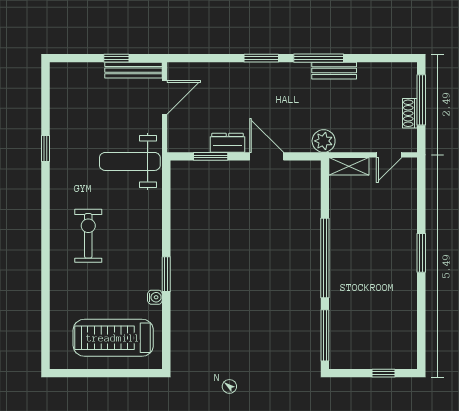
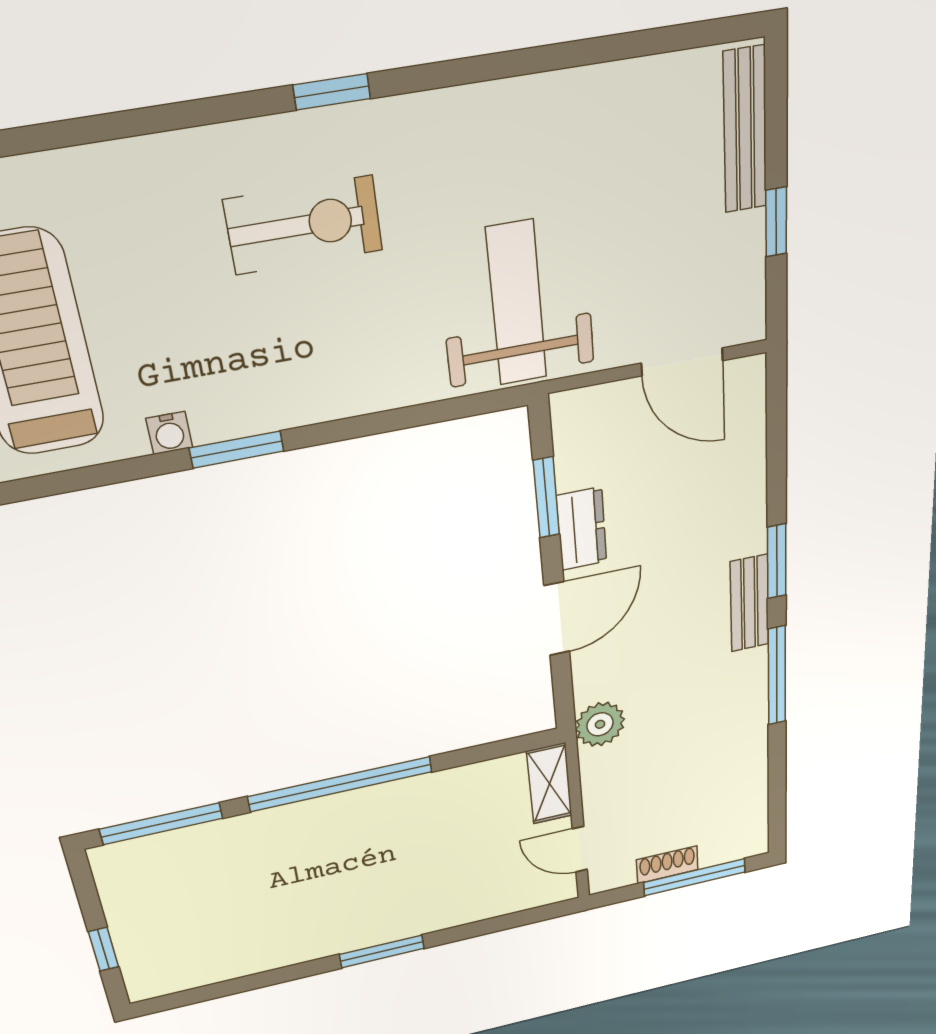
bench: (134, 70) -> (745, 130), moved
bench: (334, 71) -> (749, 603), moved
window: (46, 149) -> (332, 92), moved

